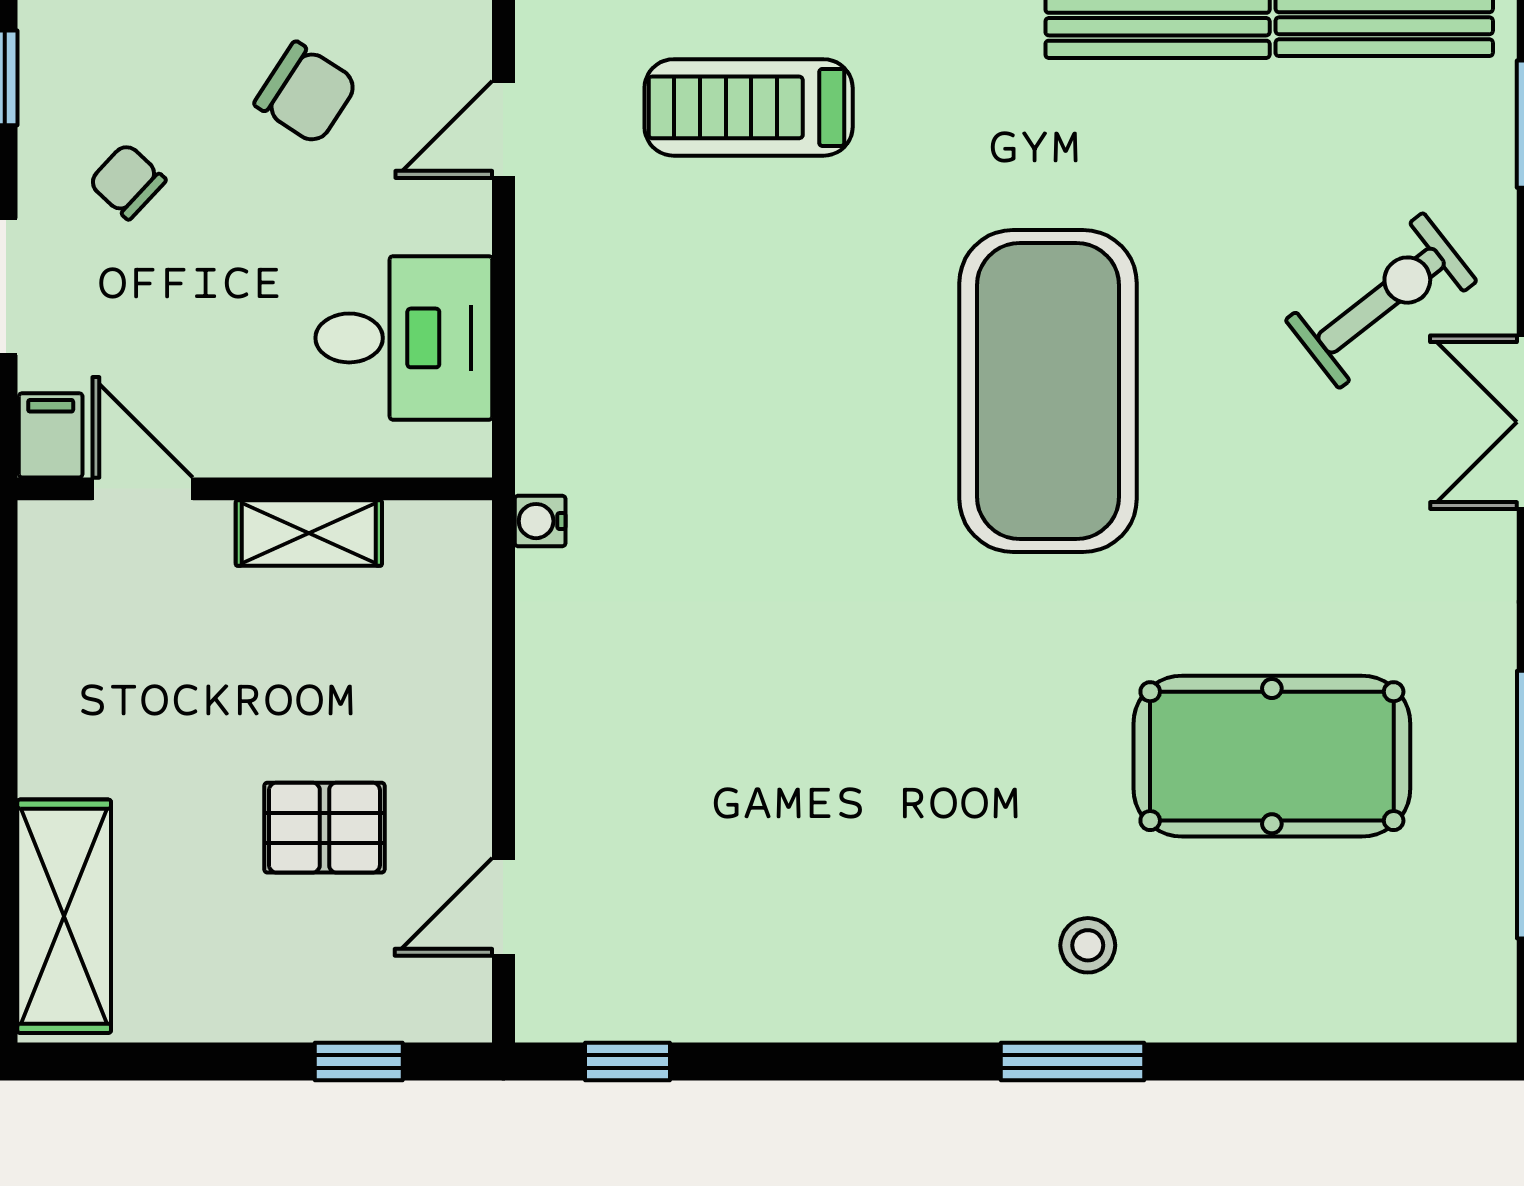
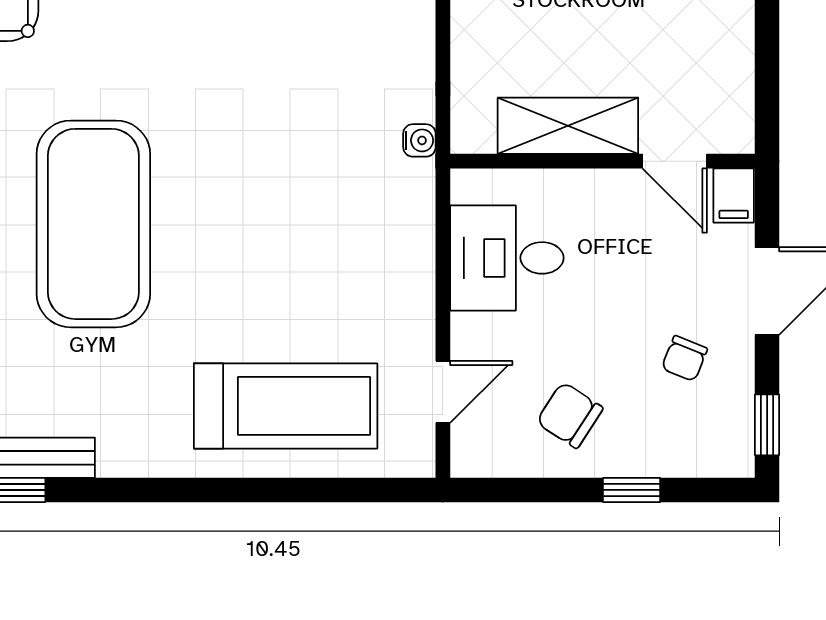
treadmill: (749, 107) -> (286, 406), width x1.37, depth x1.38
chair: (127, 181) -> (684, 359), turned 69
shelving: (309, 533) -> (568, 126), width x1.50, depth x1.33

